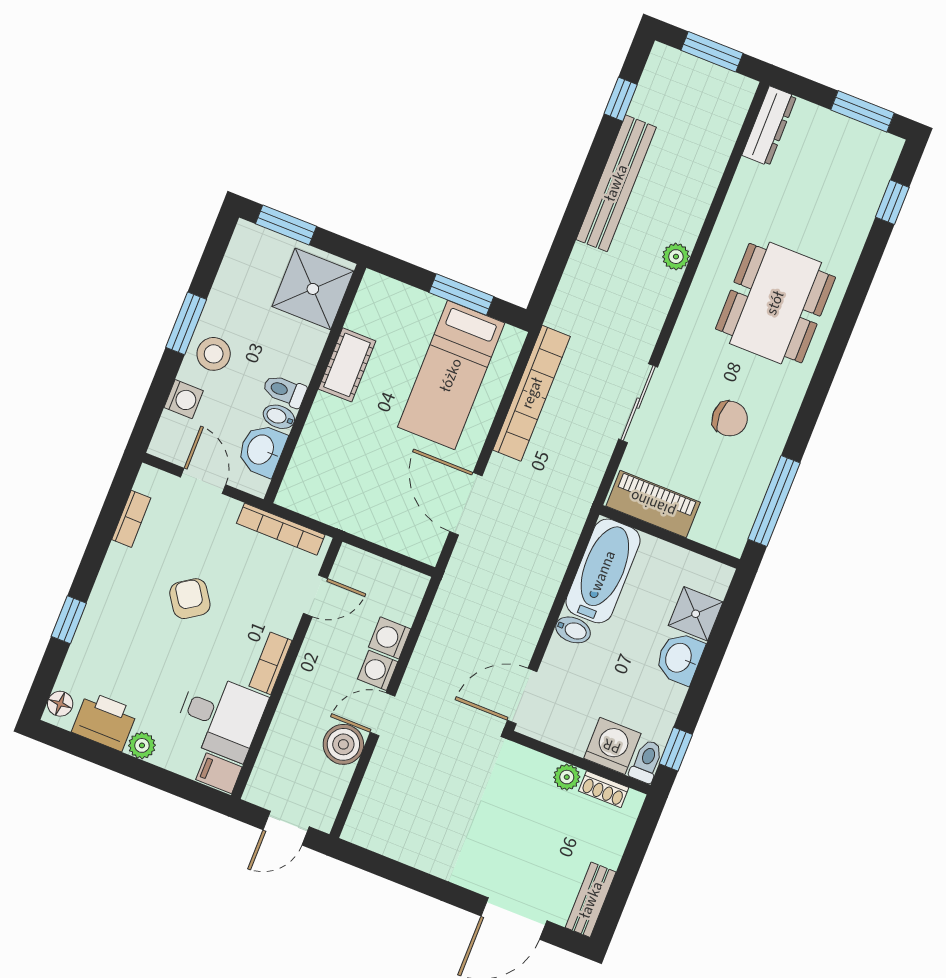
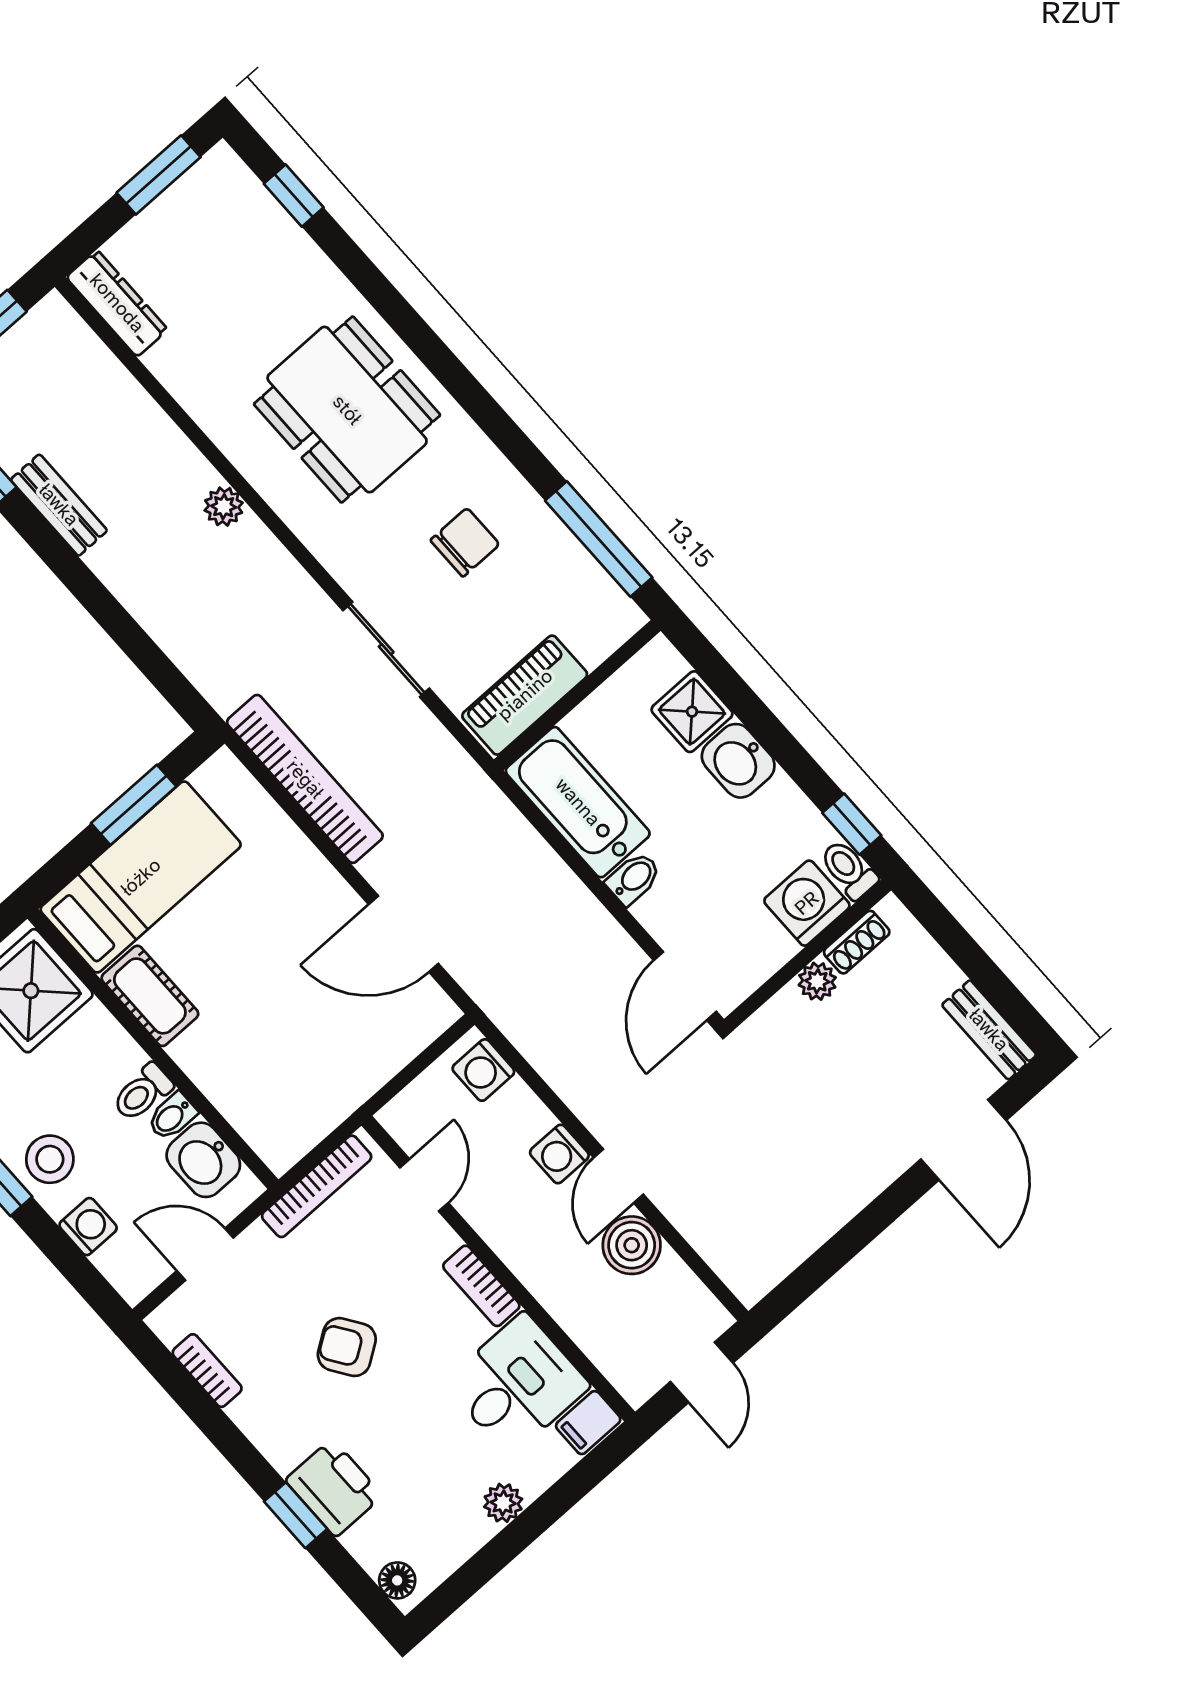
bench: (616, 183) -> (59, 505), width x0.54, depth x0.82
bed: (451, 375) -> (141, 877), moved, turned -90
washing machine: (390, 638) -> (483, 1070), moved
printer: (105, 721) -> (334, 1488), moved, turned 90

